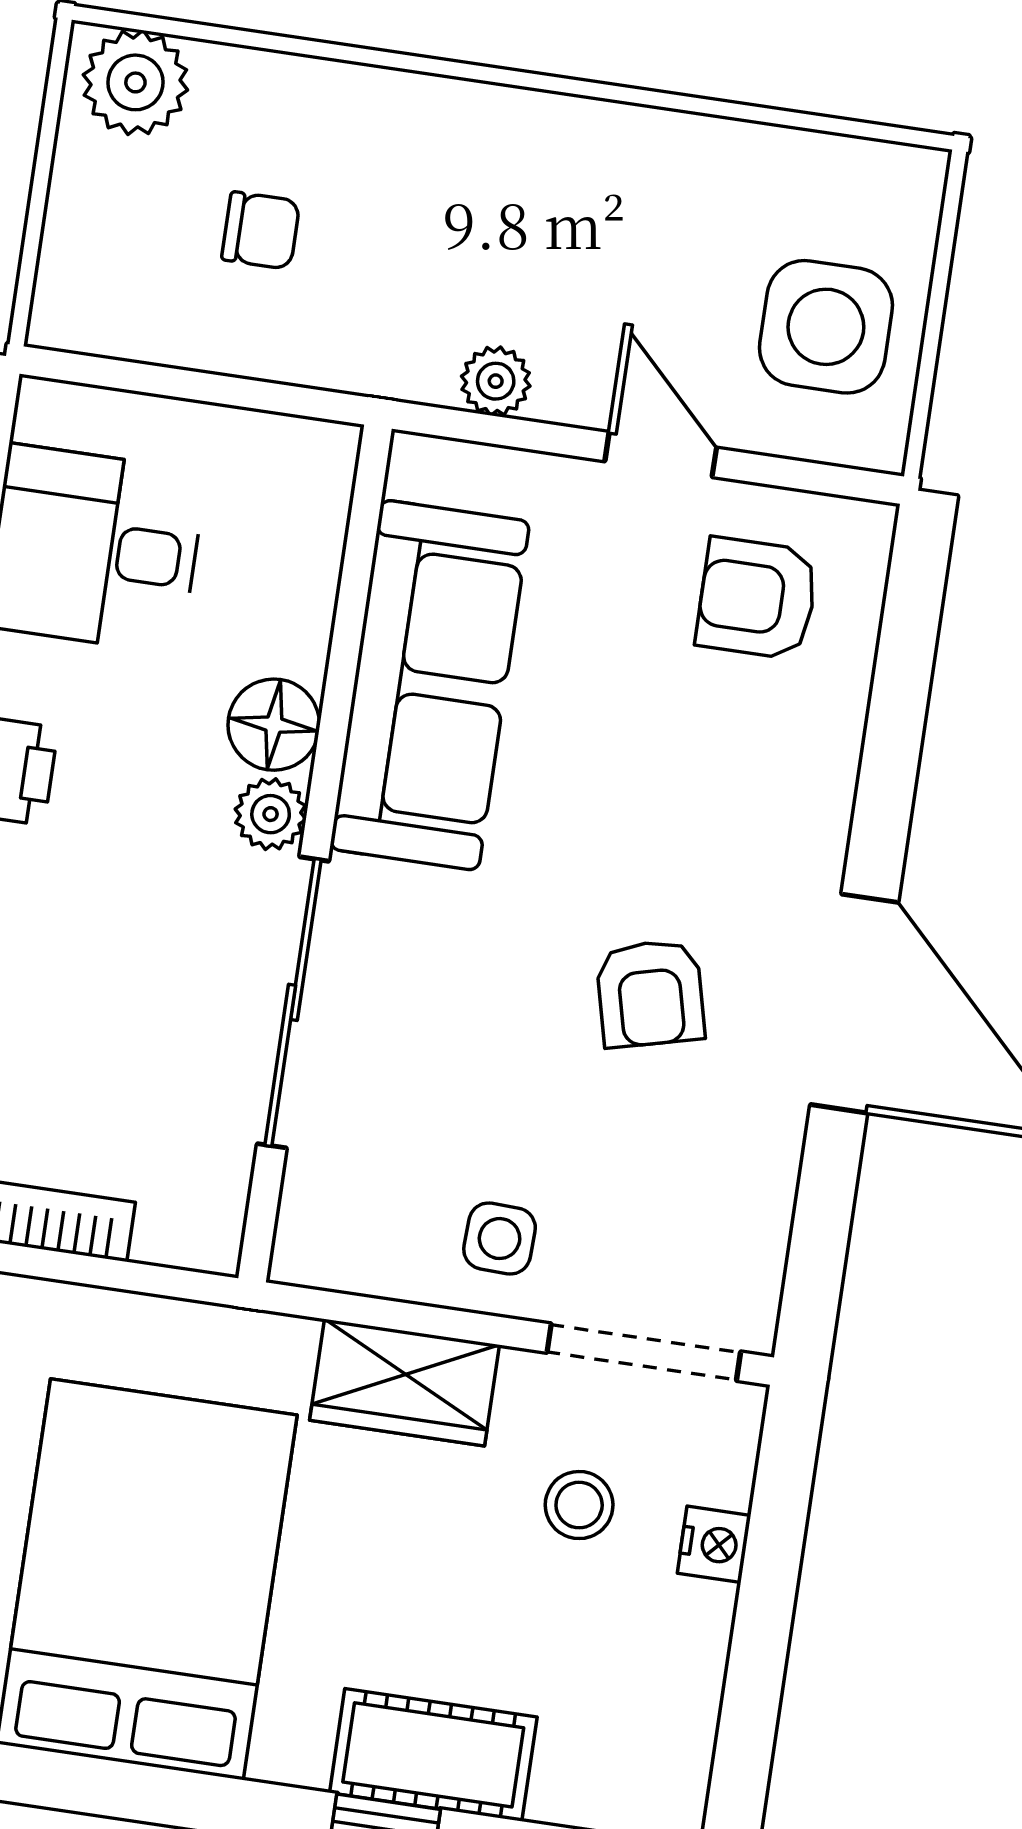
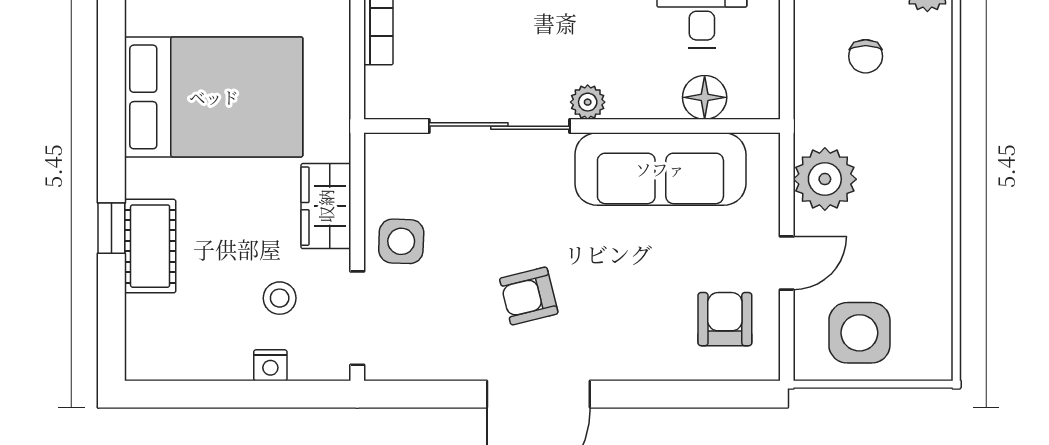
plant: (496, 381) -> (825, 179), width x1.88, depth x1.88
floor lamp: (274, 725) -> (705, 97), moved
side table: (500, 1239) -> (401, 241), width x1.37, depth x1.37

